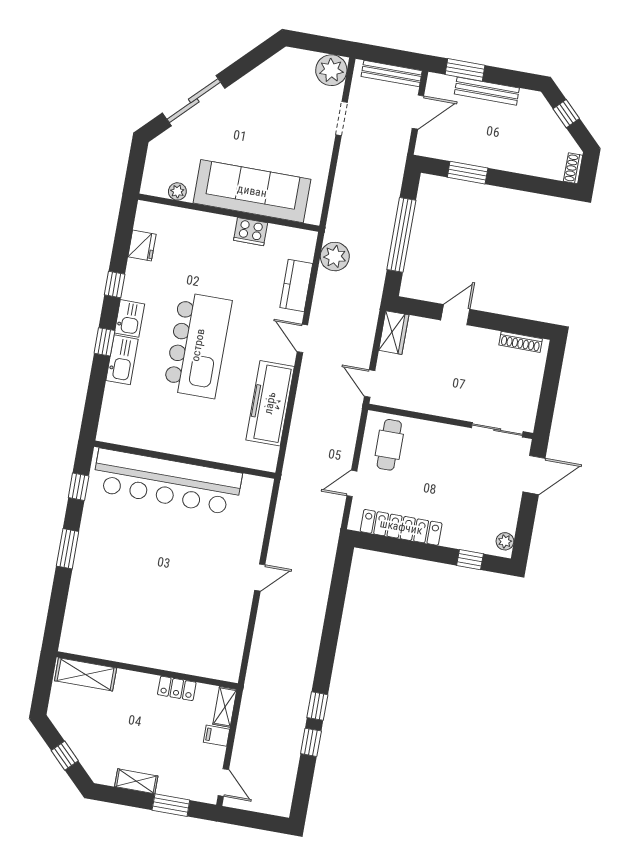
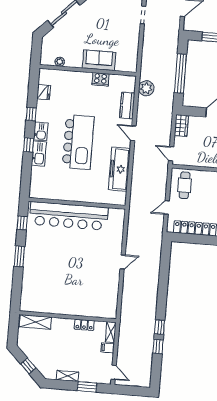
sofa: (252, 191) -> (99, 60), width x0.54, depth x0.79

